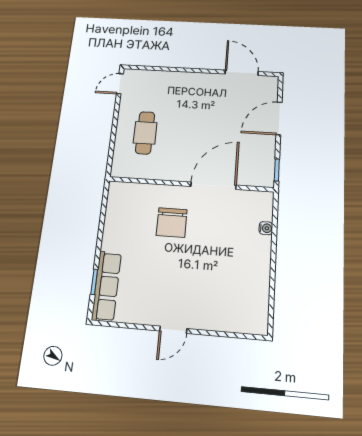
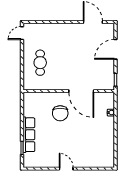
door: (213, 186) -> (81, 91), swing flipped
row of seats: (106, 286) -> (29, 135), moved
door: (173, 330) -> (66, 169), swing flipped

